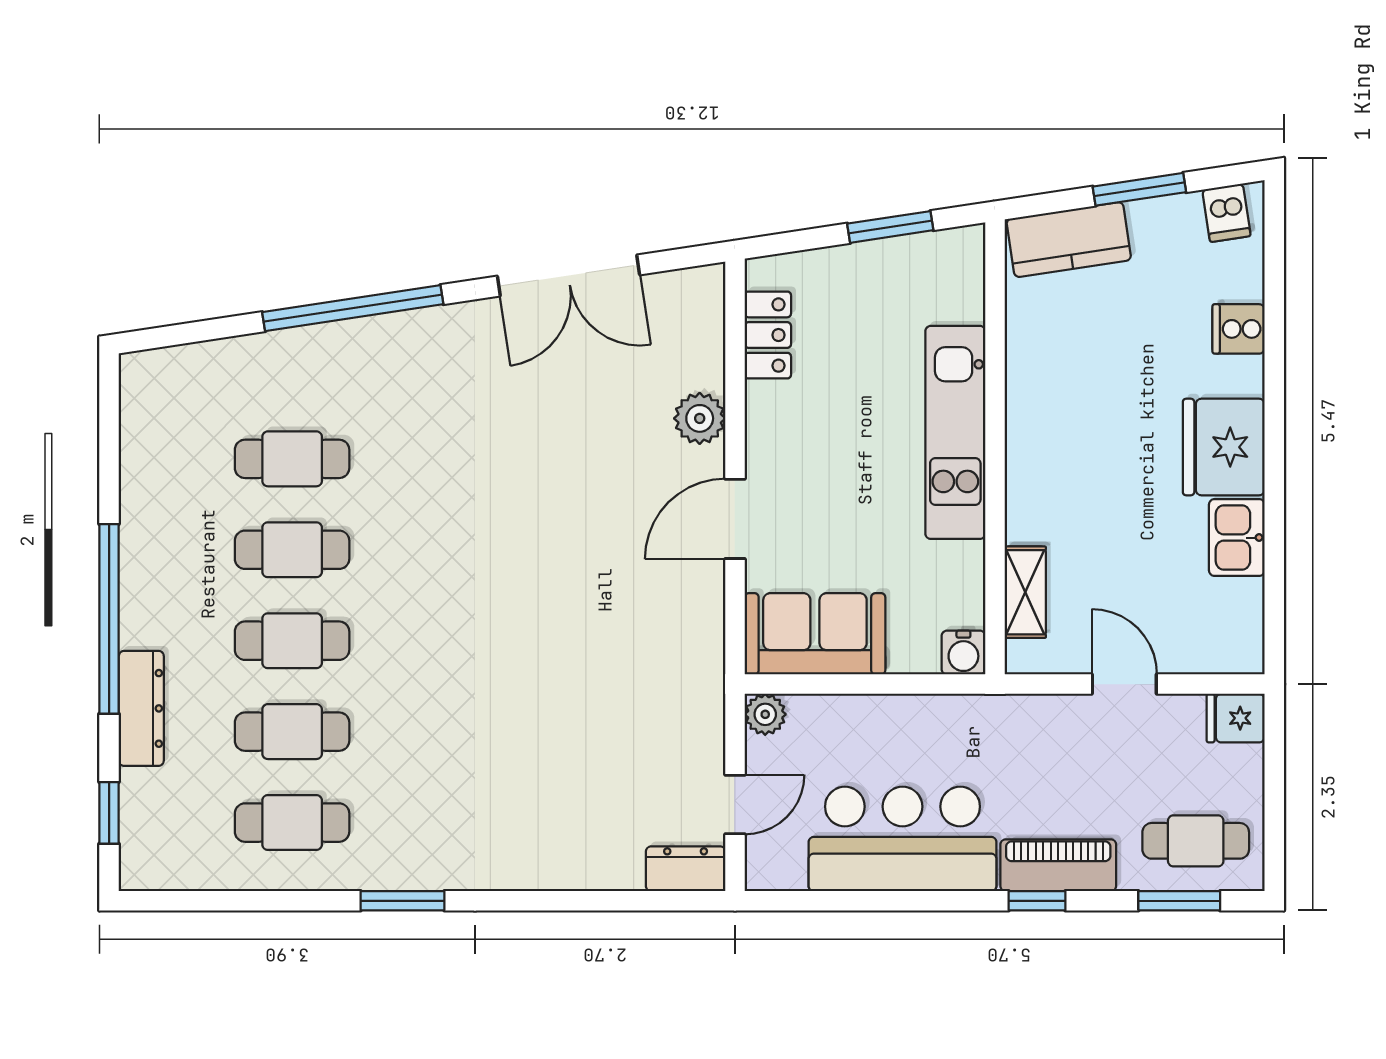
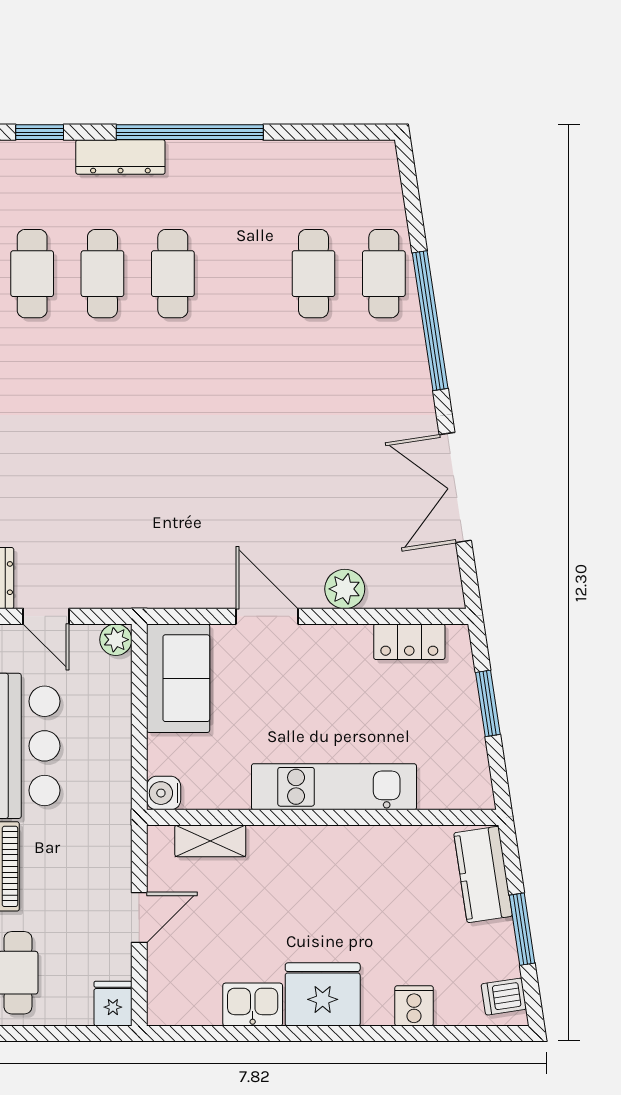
window: (890, 227) -> (488, 703), moved
cafe table: (292, 550) -> (384, 274), moved

